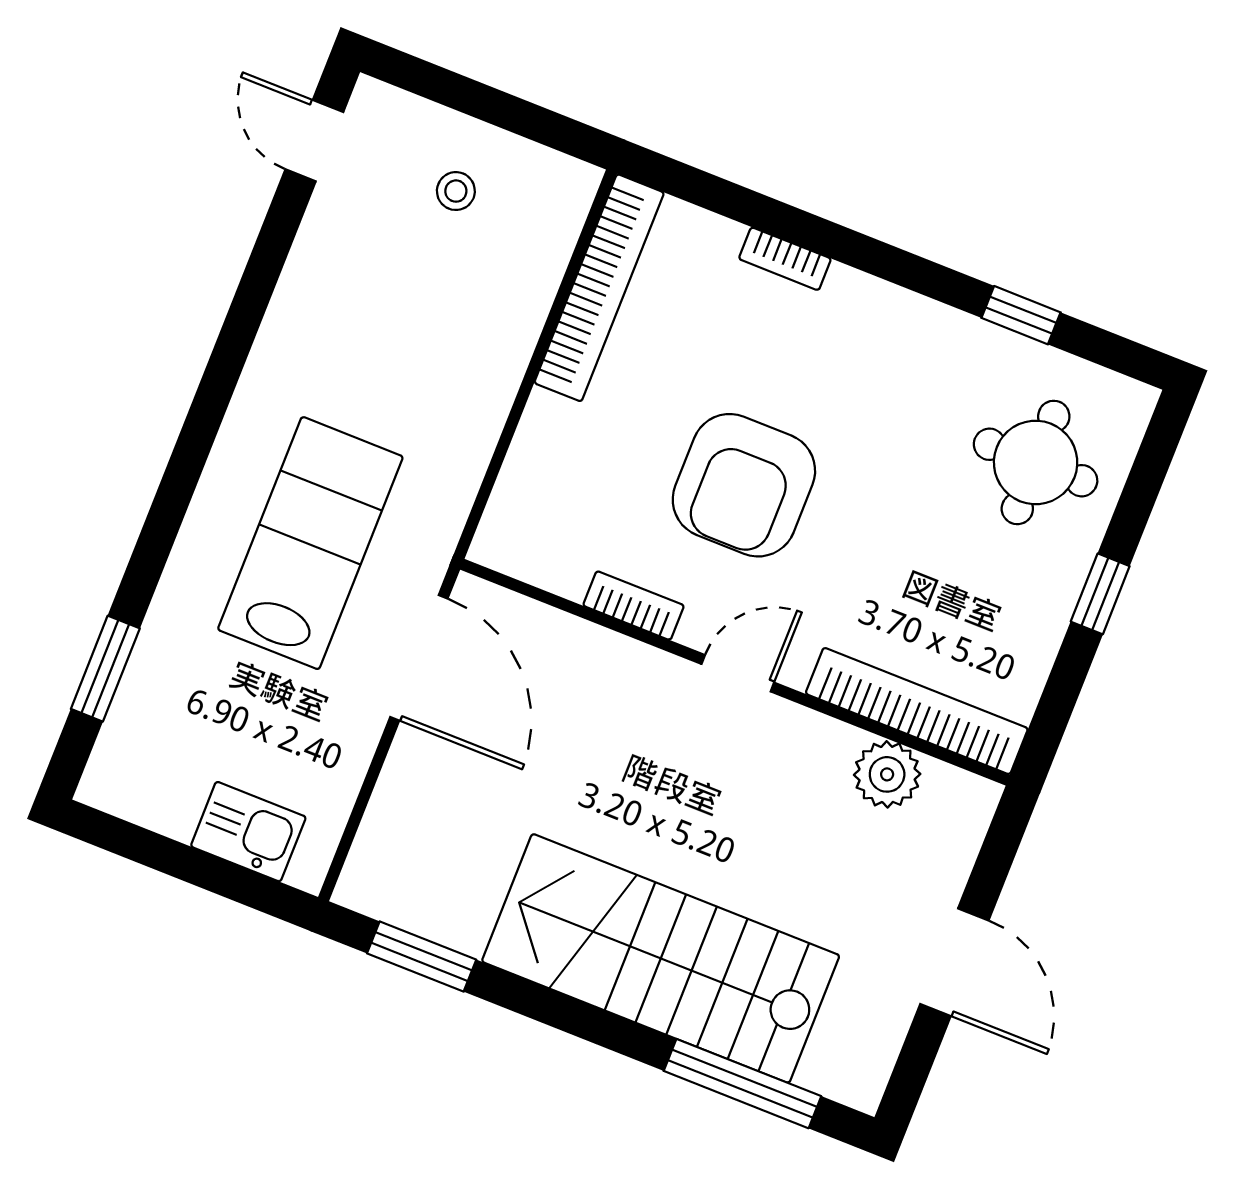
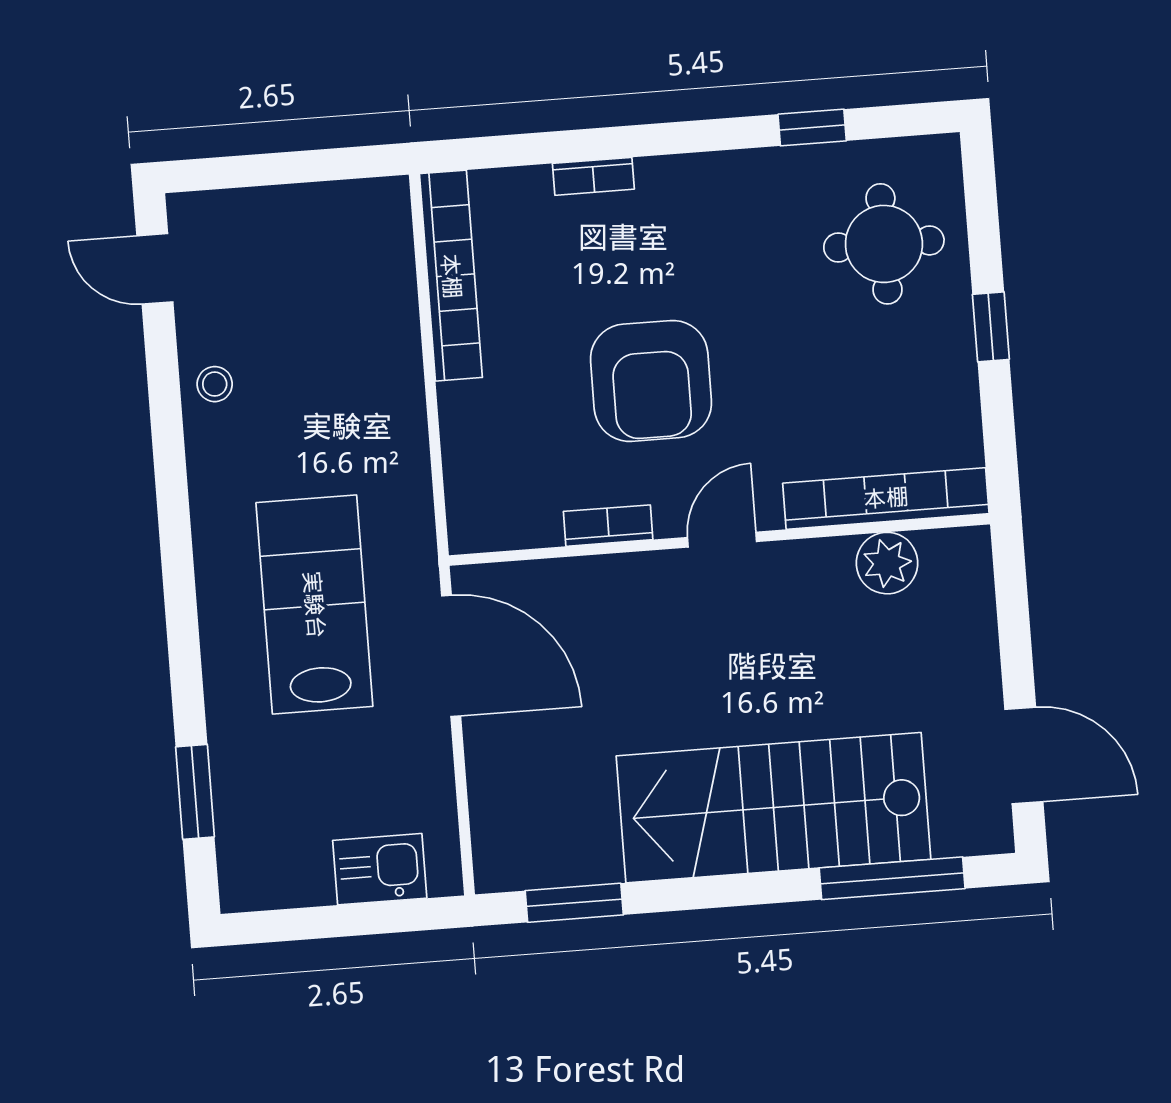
stool: (456, 191) -> (215, 384), moved
door: (954, 962) -> (1024, 756), moved

